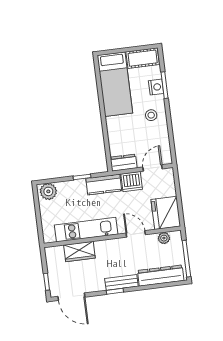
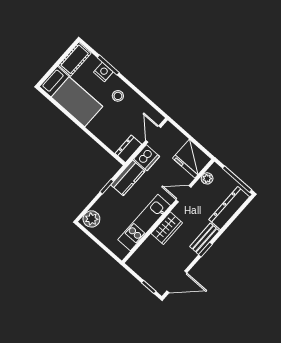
wardrobe: (79, 251) -> (167, 228), moved

